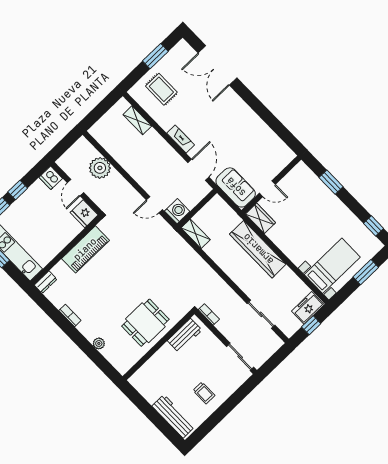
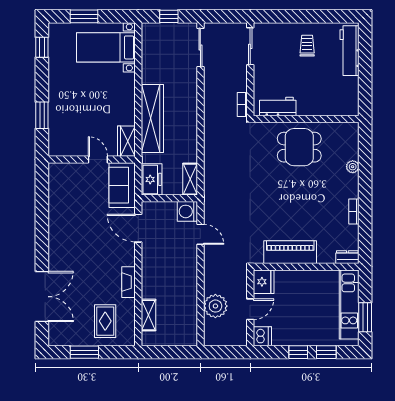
fireplace: (181, 139) -> (129, 282), moved
door: (198, 170) -> (138, 228), hinge flipped
freezer: (308, 308) -> (152, 179), moved, turned -90
sliding door: (261, 314) -> (200, 48), moved

